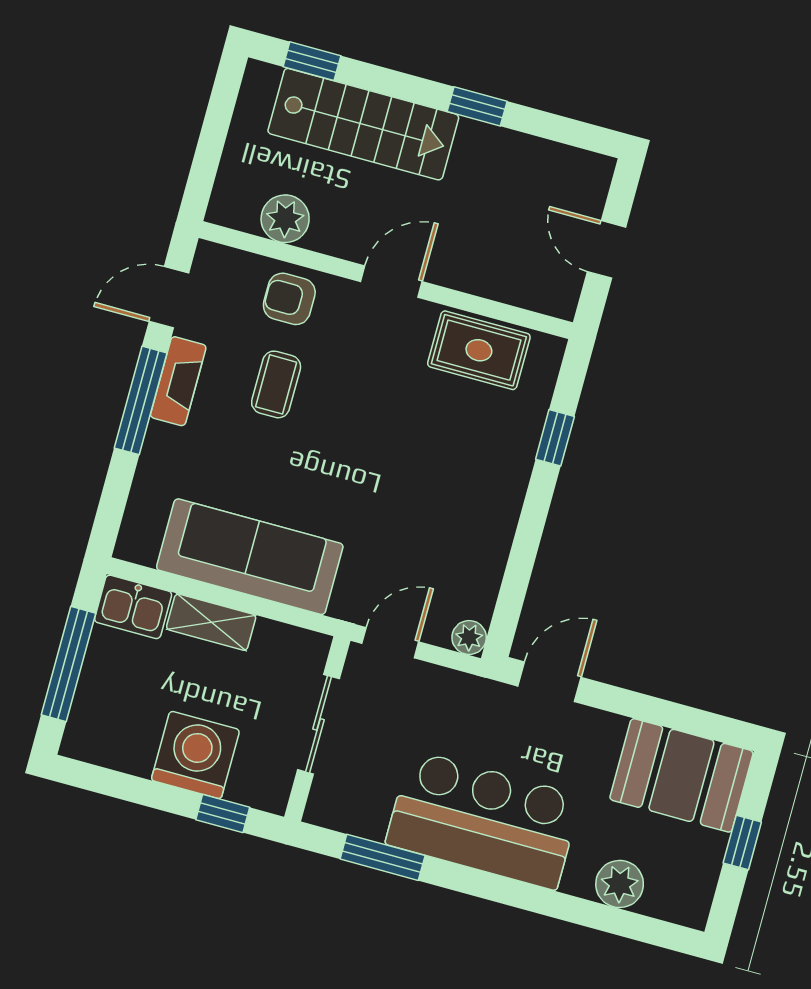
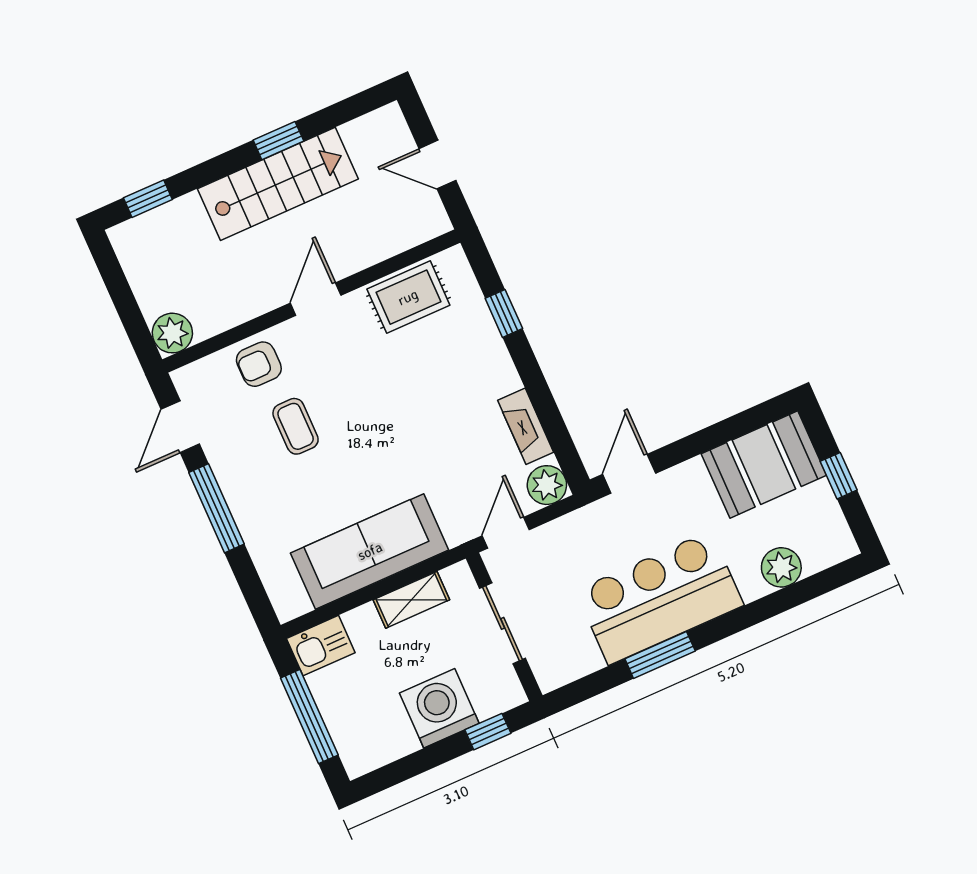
stairs: (363, 124) -> (278, 184), moved
plant: (285, 219) -> (172, 333), moved
fireplace: (178, 381) -> (526, 426), moved, turned 180
shelving: (211, 622) -> (411, 600), moved
plant: (469, 638) -> (547, 485), width x1.38, depth x1.38
window: (383, 857) -> (660, 655), moved

